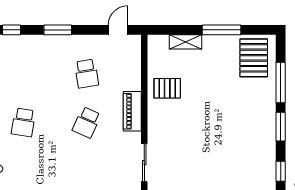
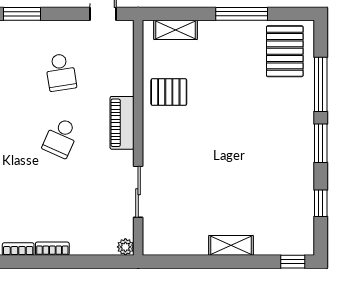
shelving: (186, 42) -> (176, 30), moved

